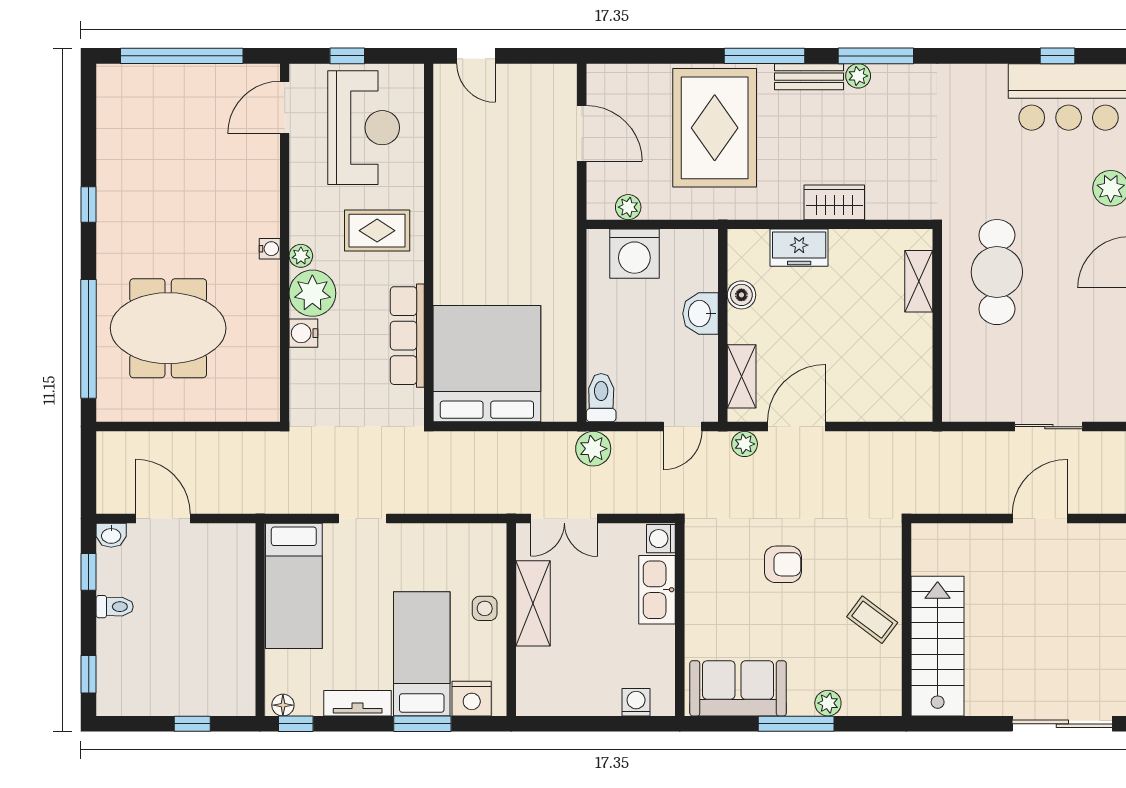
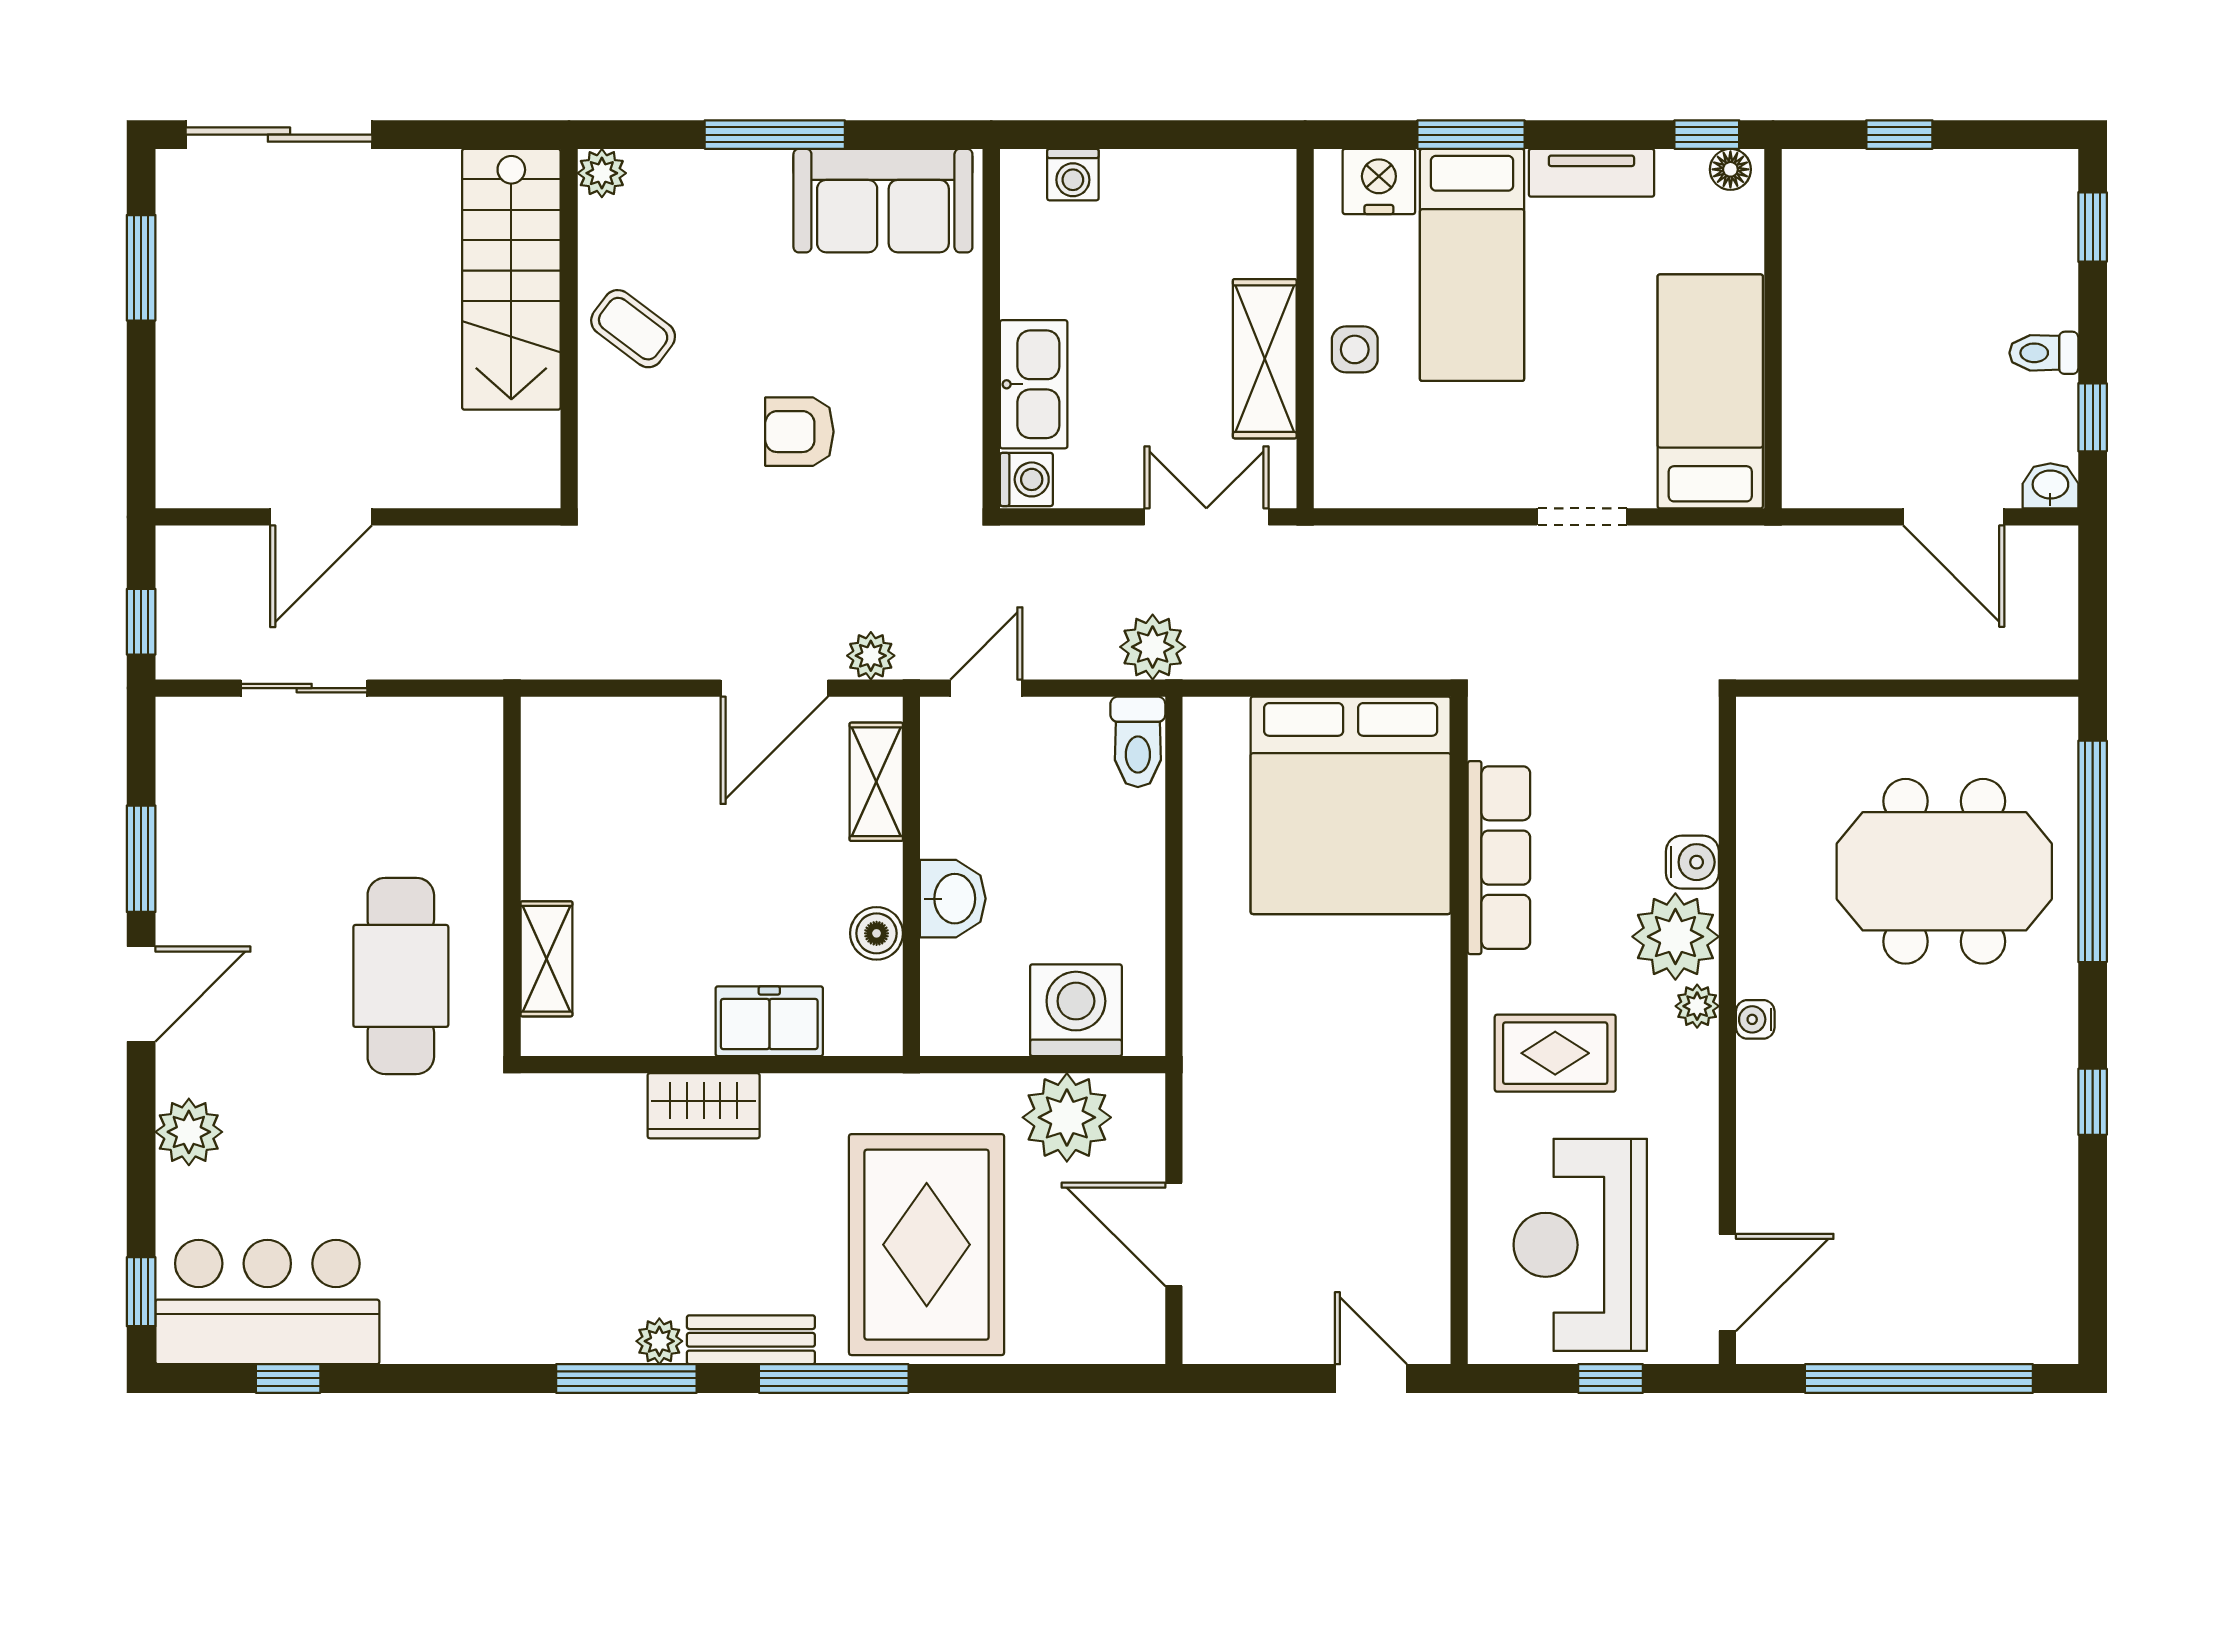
plant: (628, 207) -> (1067, 1117), width x1.88, depth x1.88
plant: (828, 703) -> (602, 173), moved

